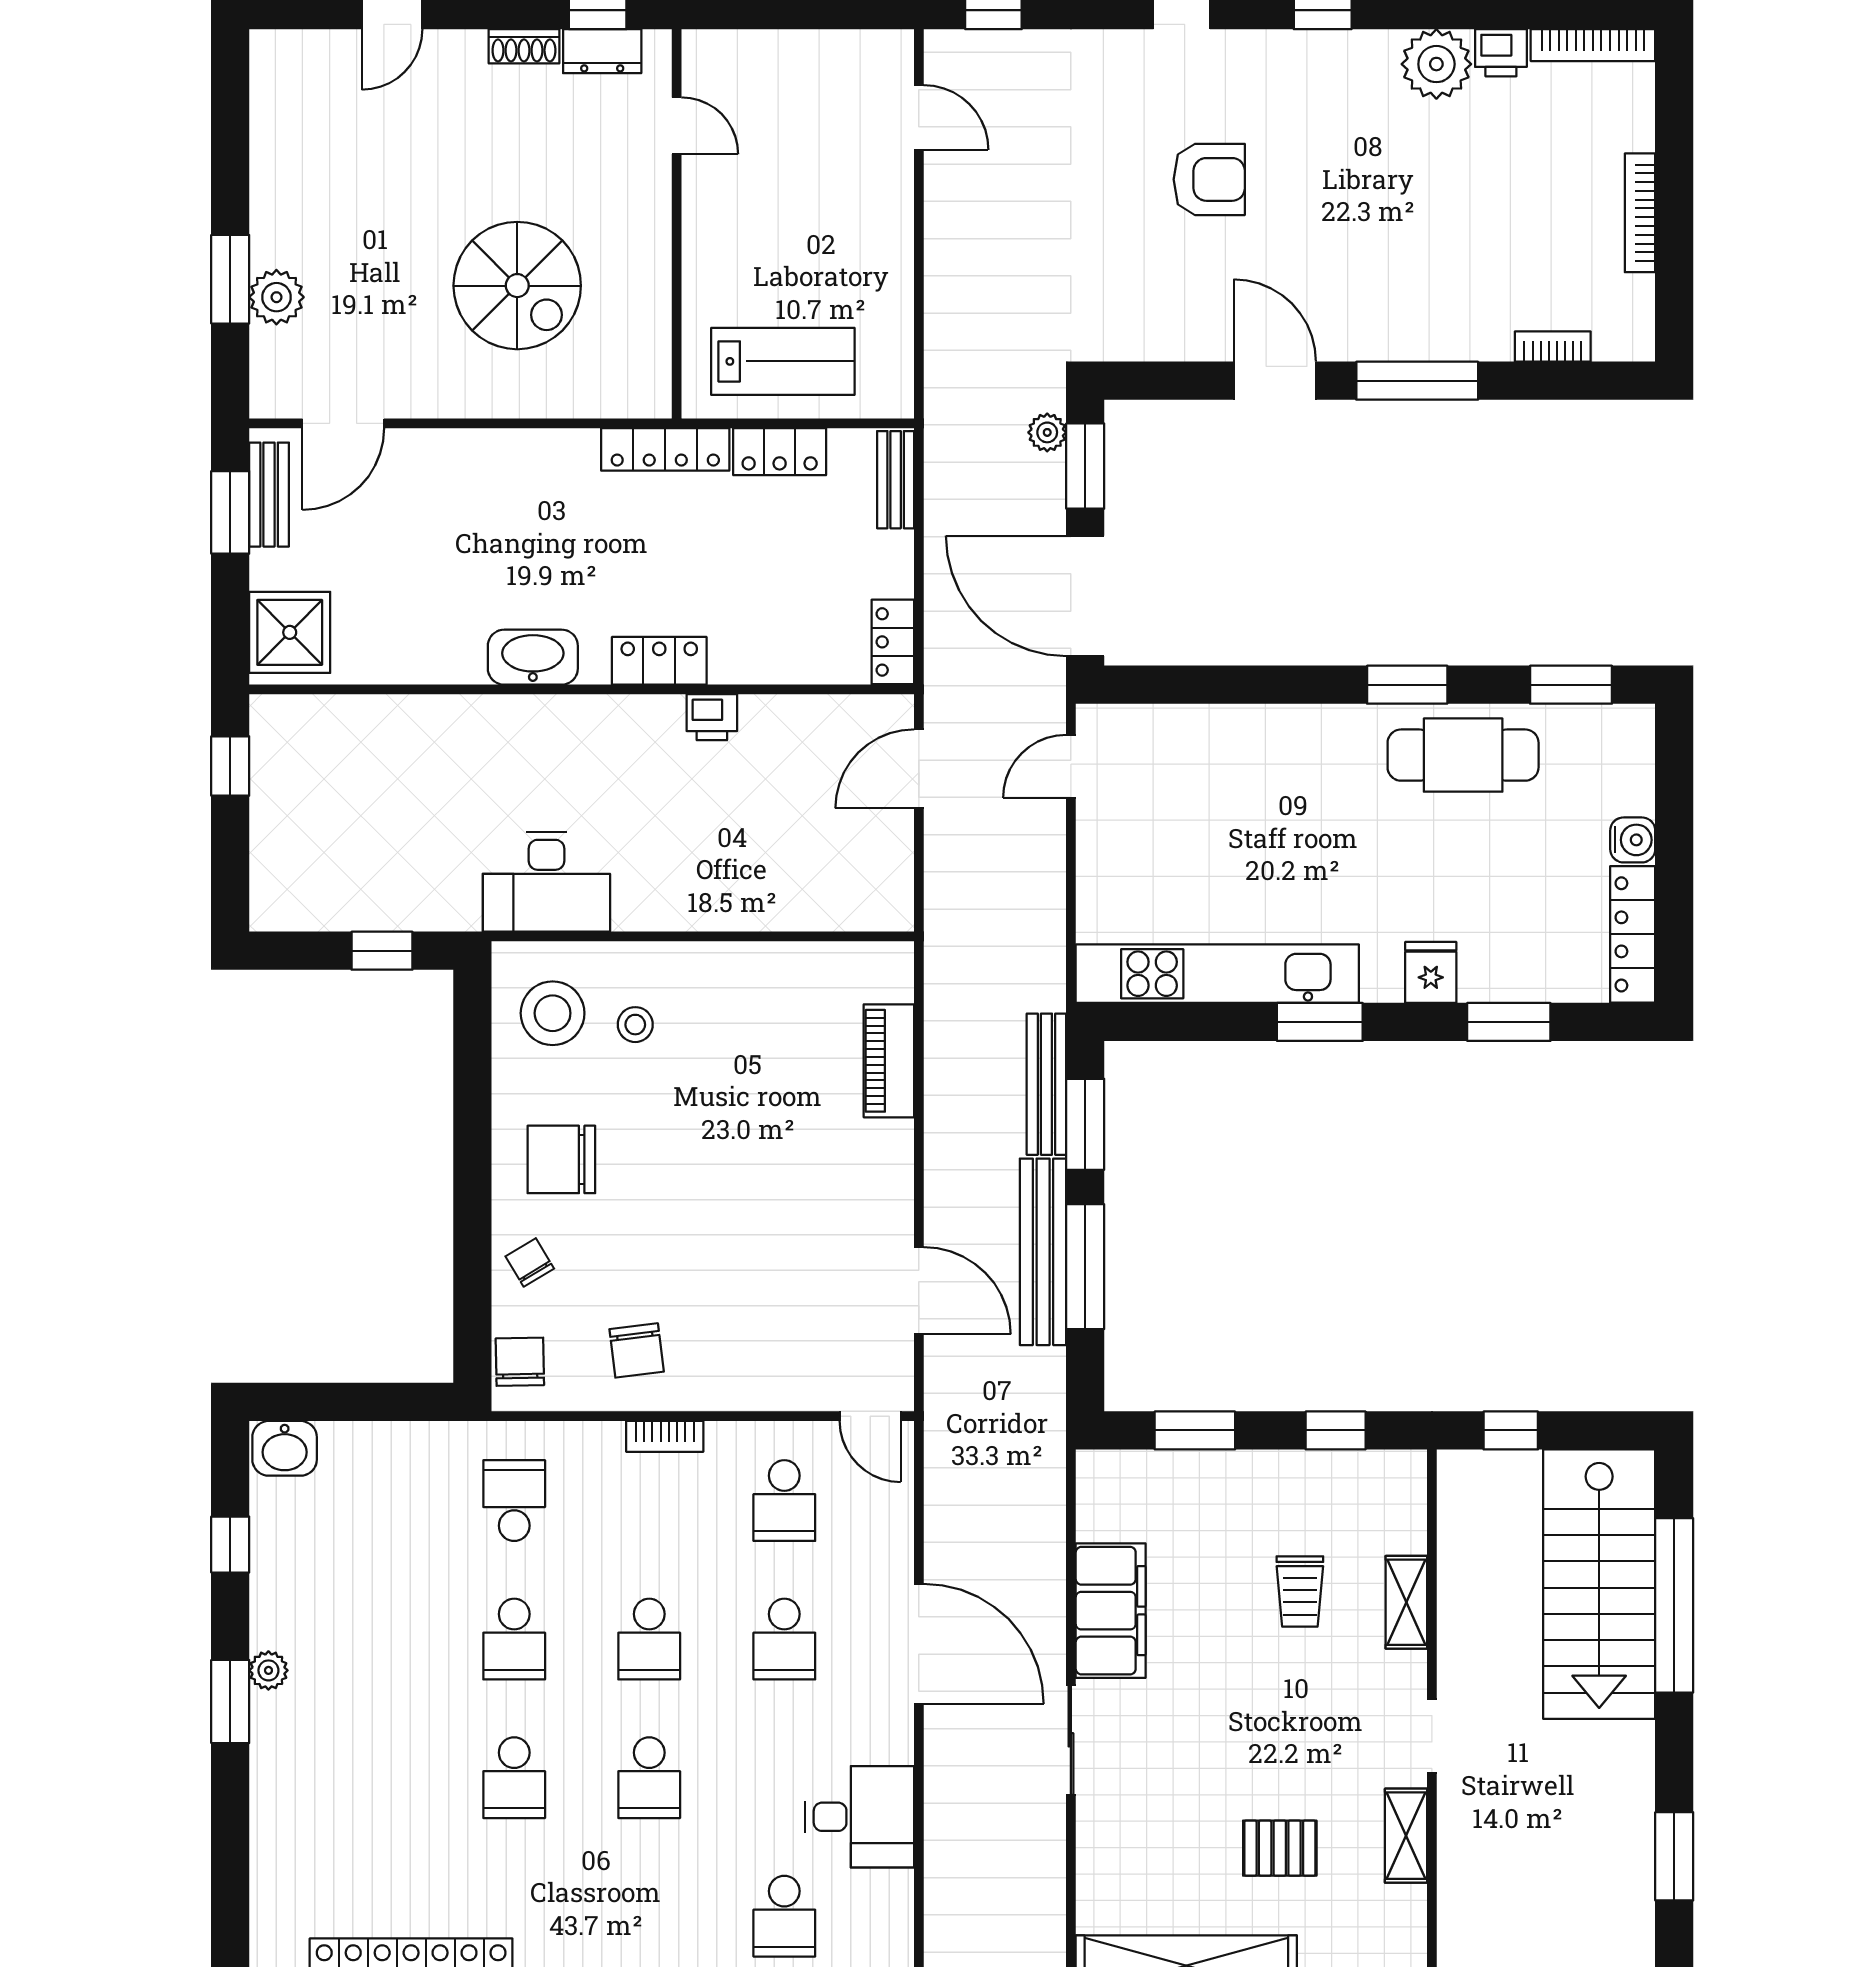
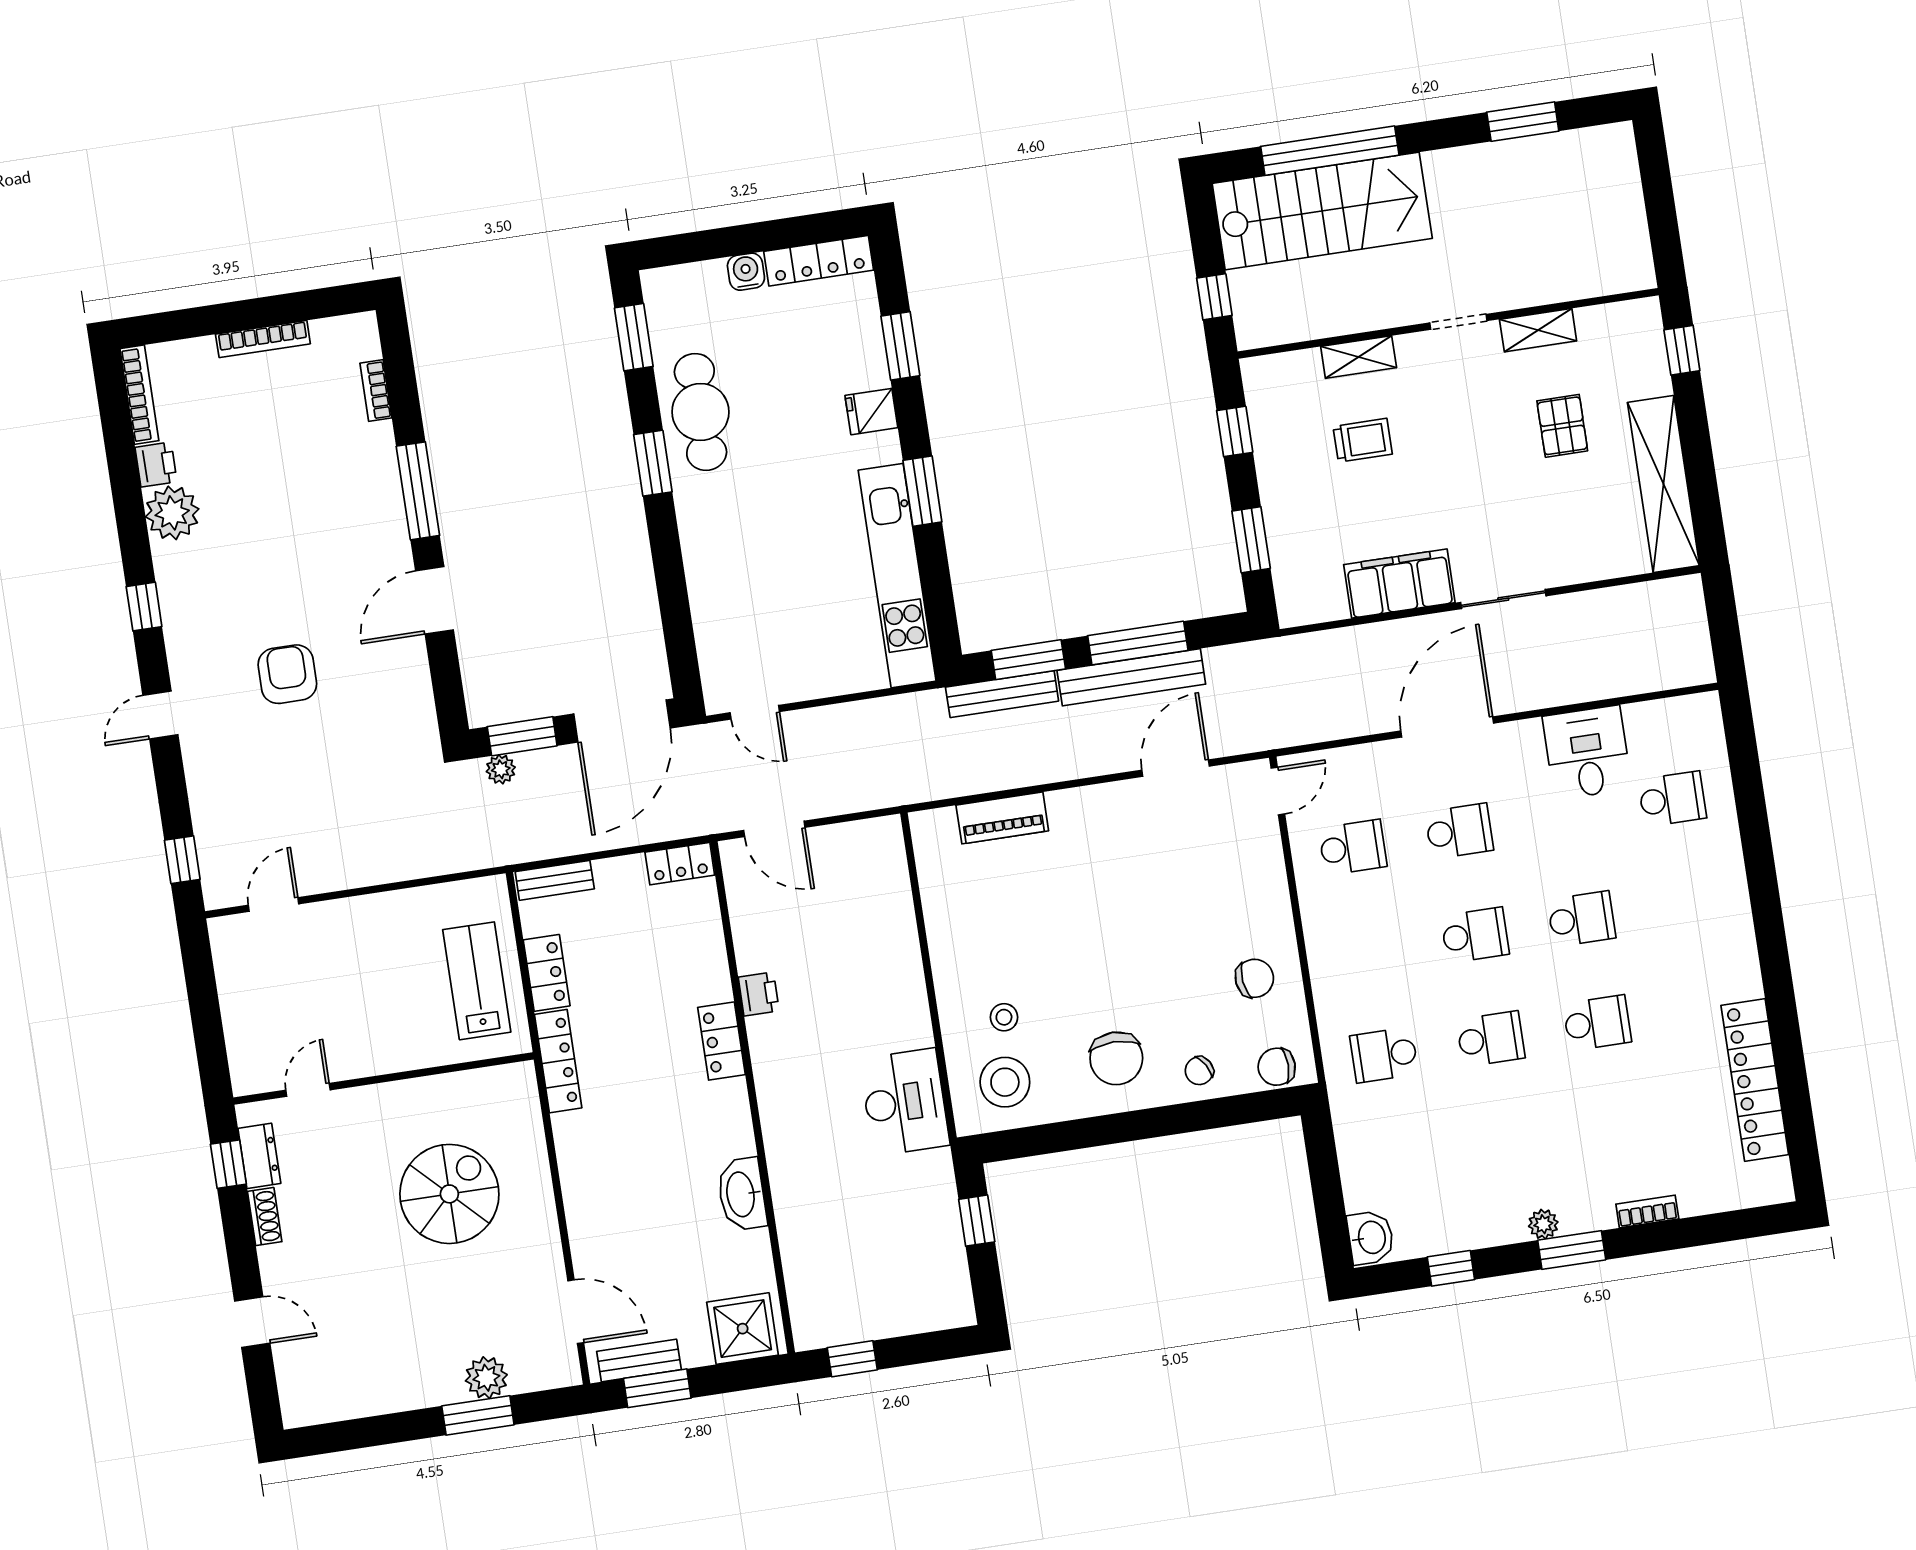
washbasin: (533, 657) -> (742, 1194), moved
bookcase: (665, 1436) -> (1647, 1211), moved, turned -90

